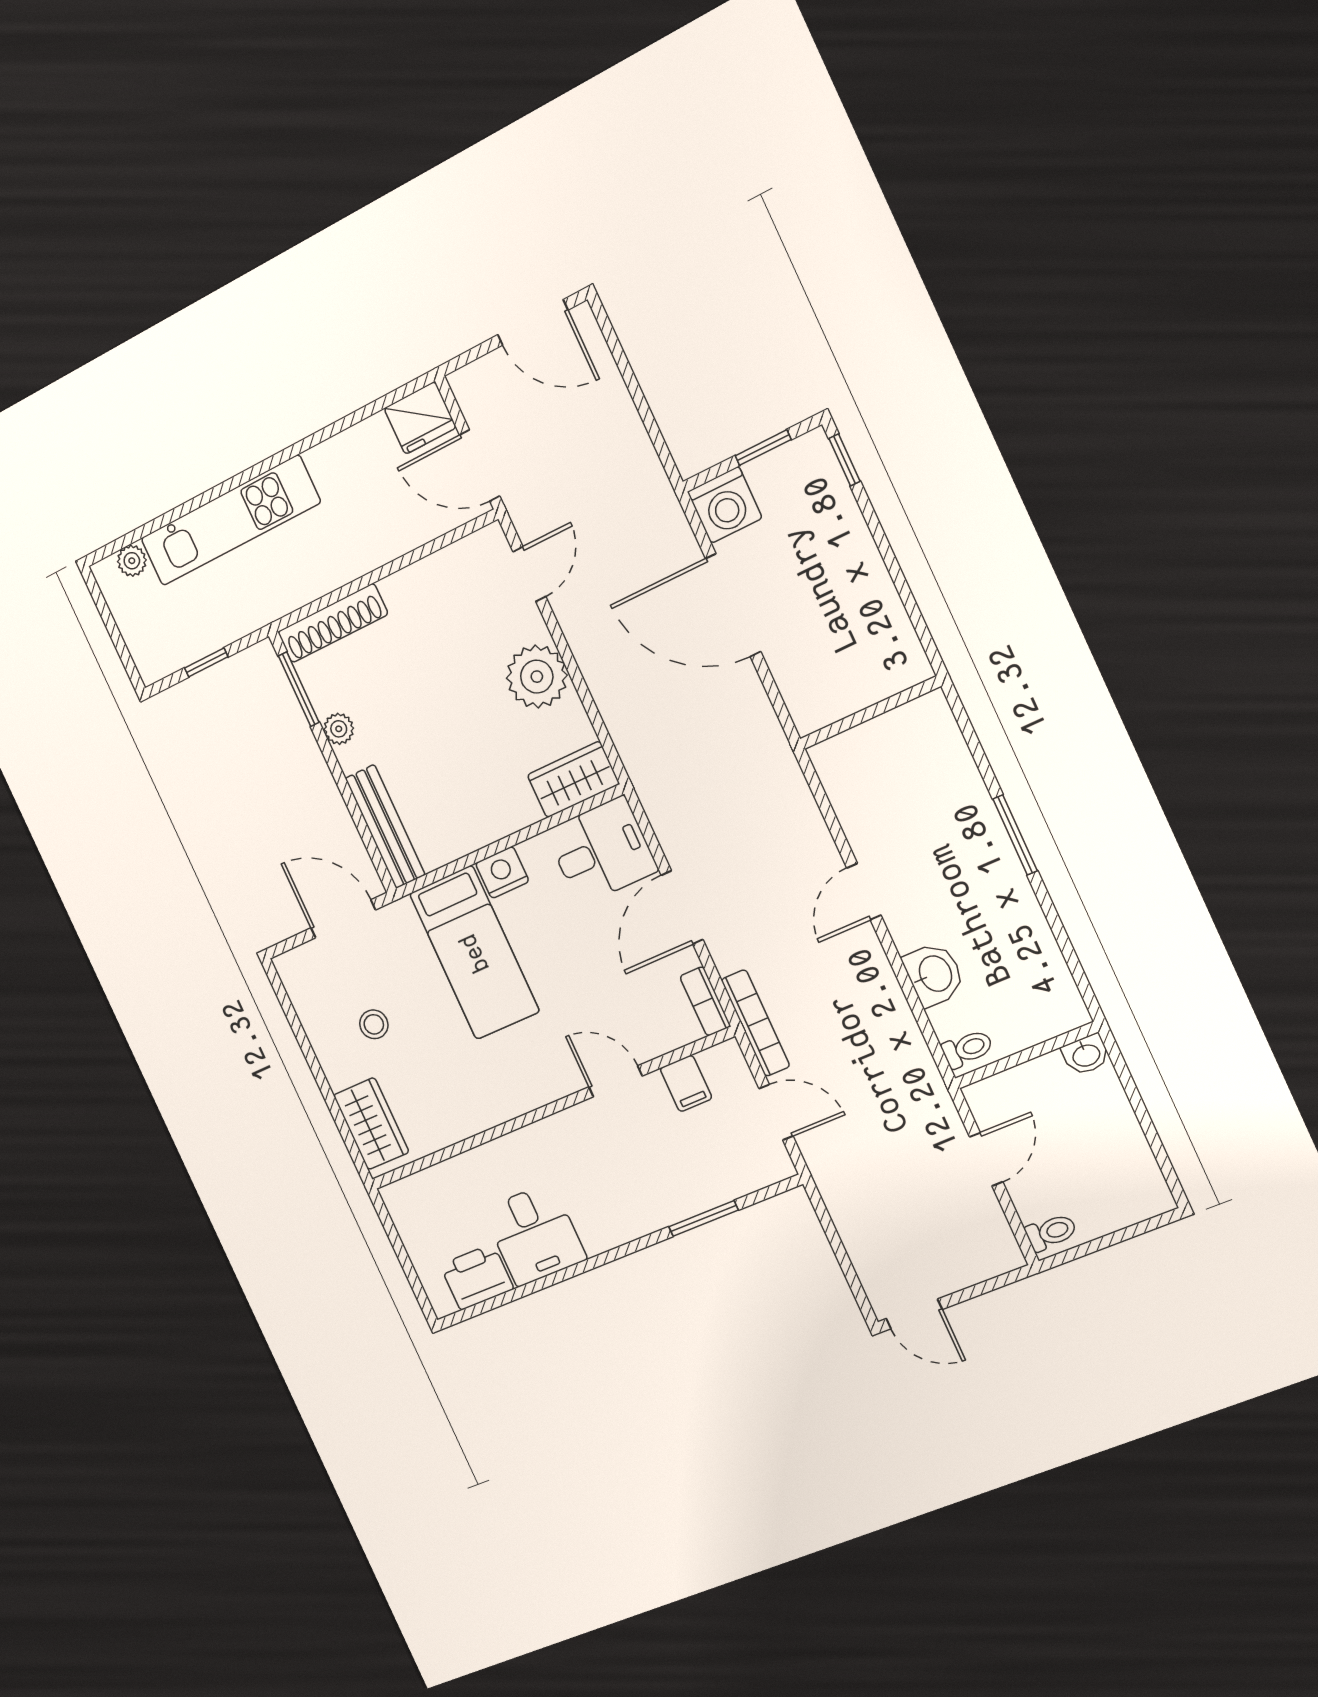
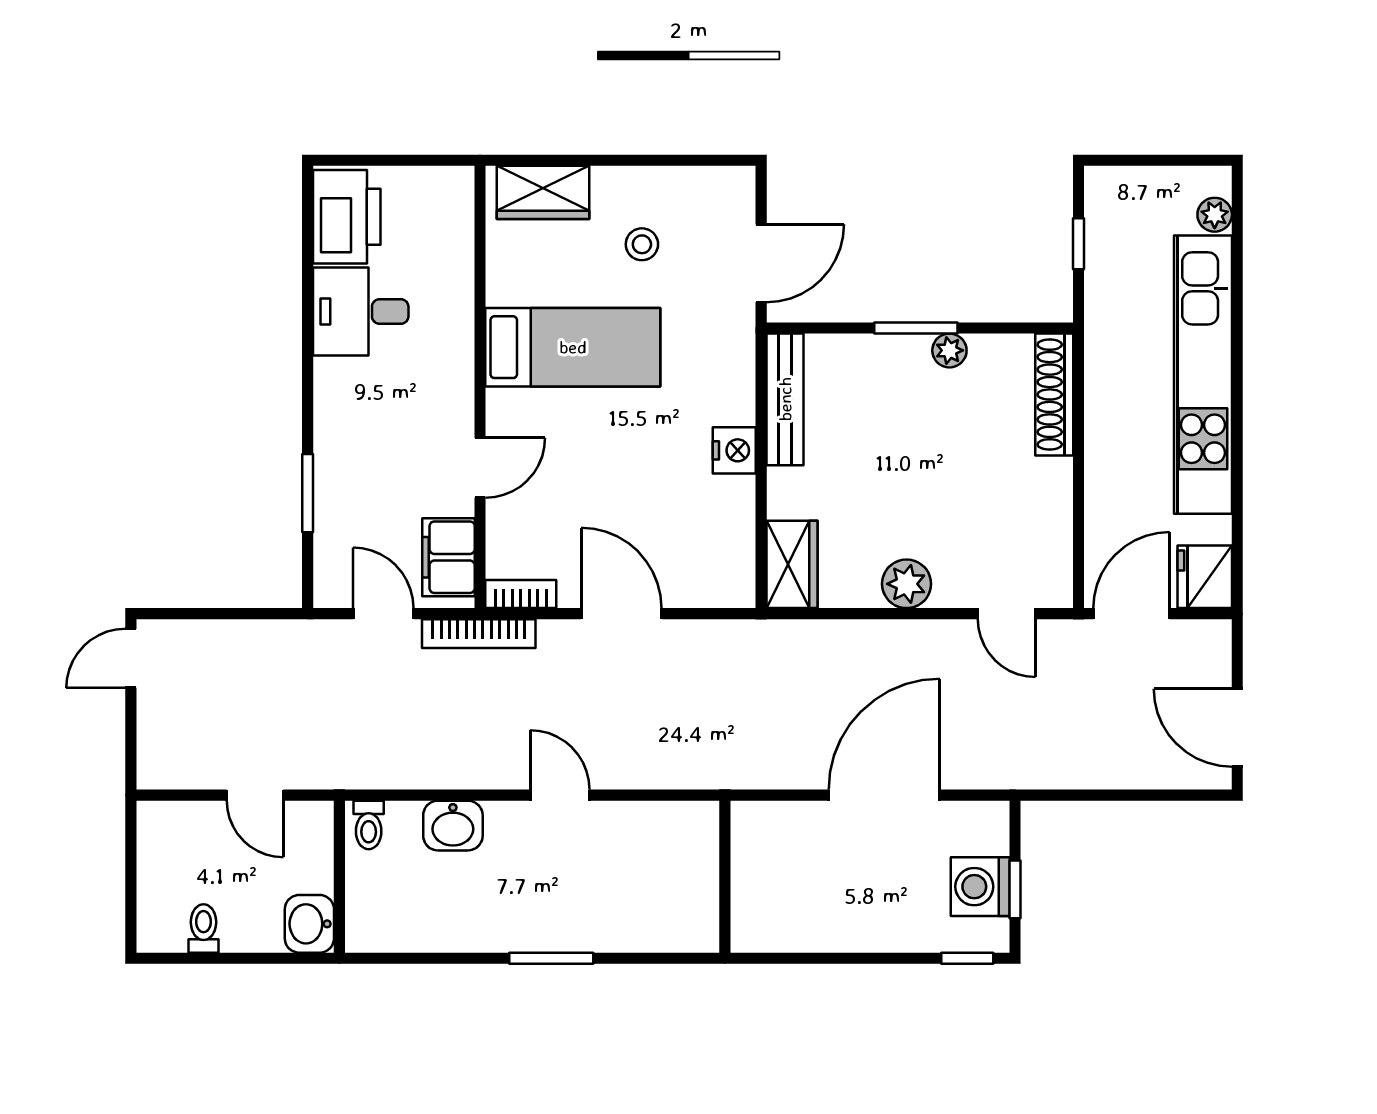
door: (533, 322) -> (1237, 728), hinge flipped
washing machine: (725, 505) -> (980, 887), moved
kitchen unit: (230, 521) -> (1203, 375), width x1.36
plant: (537, 677) -> (907, 584), width x0.73, depth x0.73
window: (299, 689) -> (916, 328), moved
bench: (385, 827) -> (785, 399), moved, turned 90
desk: (602, 851) -> (711, 560), removed
bed: (474, 953) -> (573, 347), moved, turned 180
washbasin: (1086, 1055) -> (309, 924), width x1.38, depth x1.45
filing cabinet: (686, 1083) -> (448, 557), width x2.00
door: (776, 1112) -> (383, 614), swing flipped
toilet: (1051, 1232) -> (203, 928), moved, turned 180
printer: (477, 1277) -> (347, 217), width x1.37, depth x1.19

